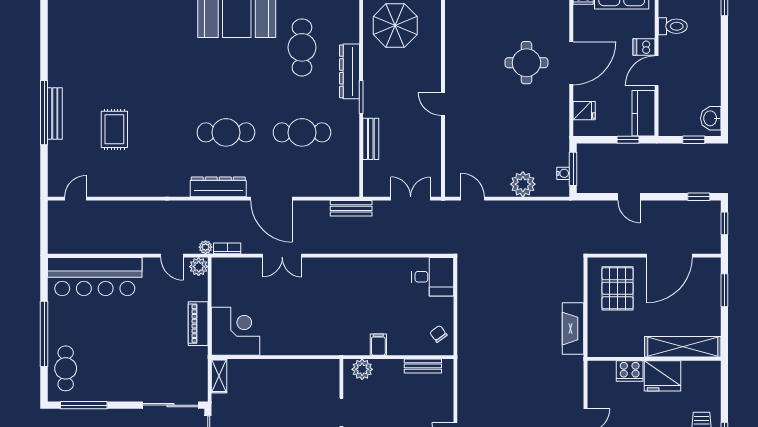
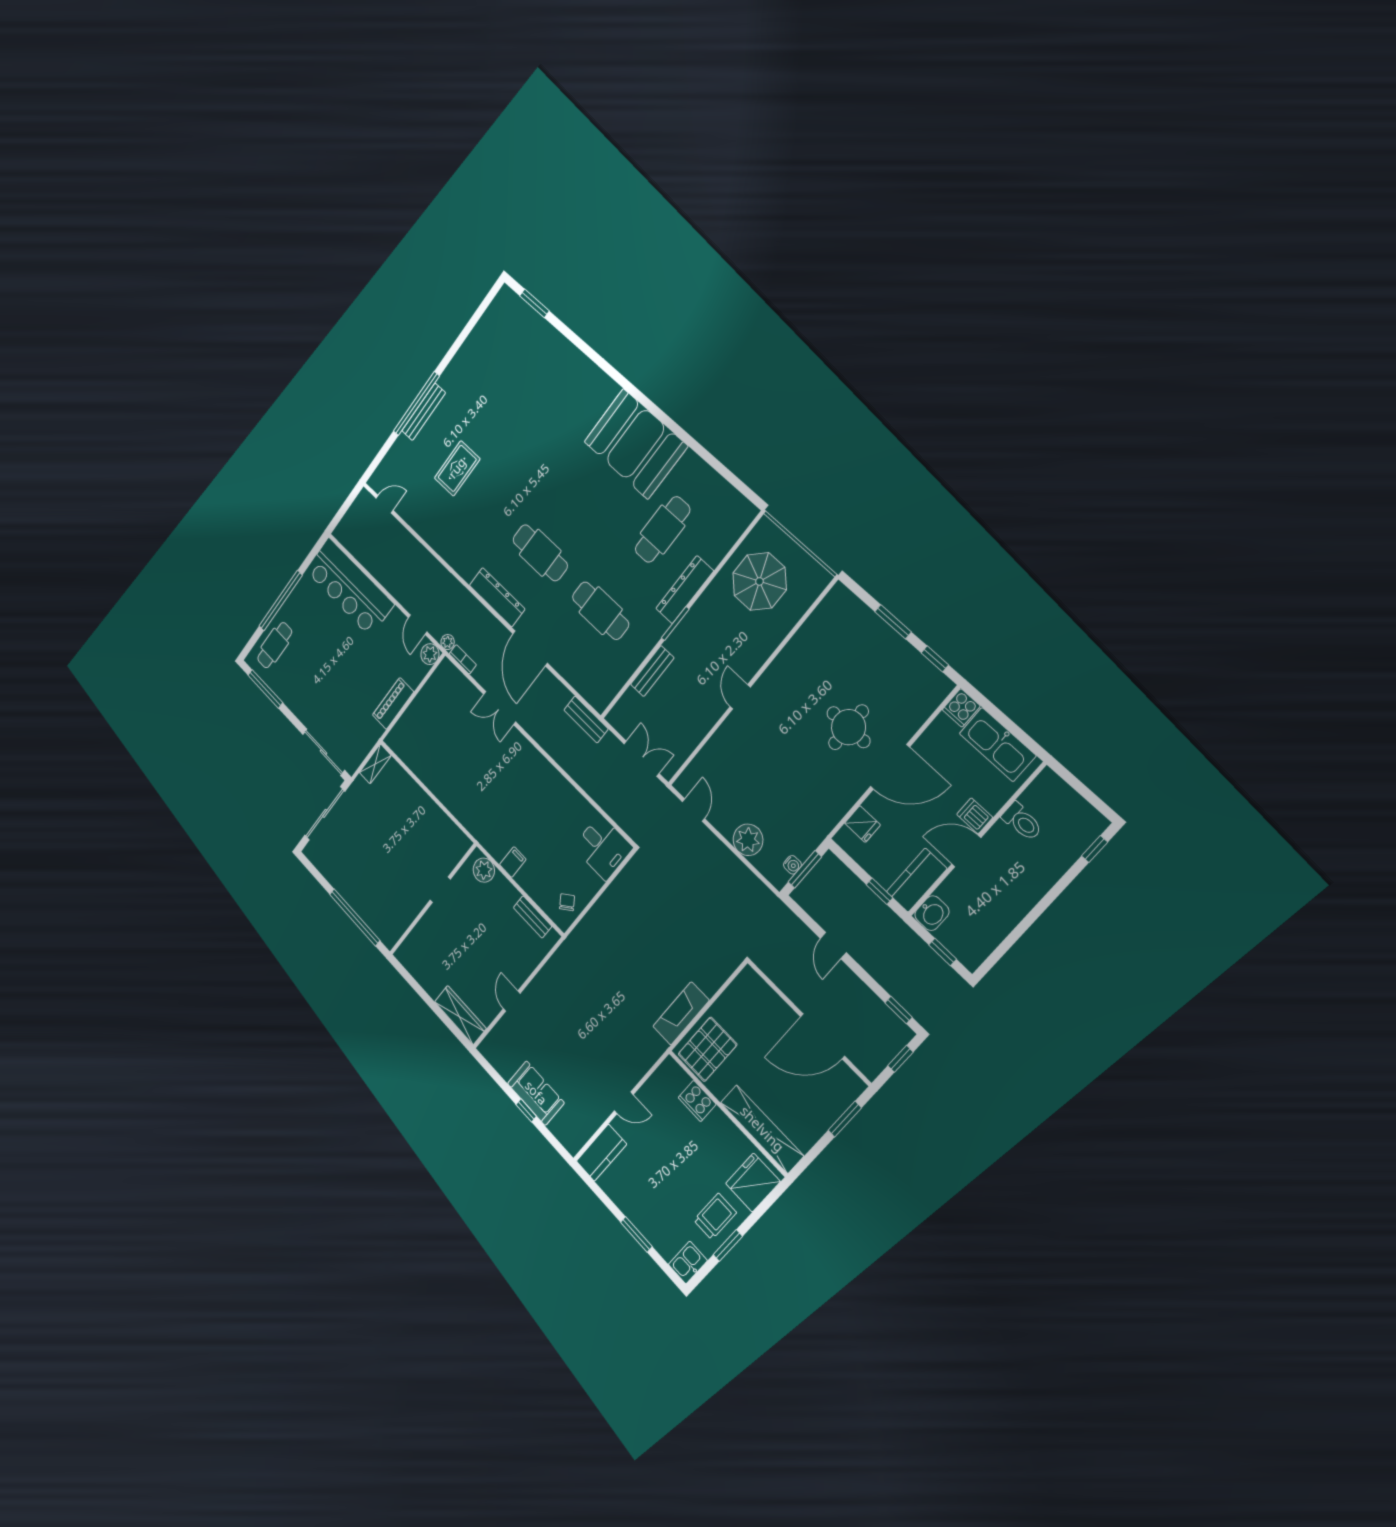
washbasin: (711, 118) -> (932, 913), moved, turned 180
pallet: (618, 288) -> (708, 1049), moved
corner desk: (236, 331) -> (415, 738), removed
fridge: (662, 376) -> (753, 1183), moved, turned 90

